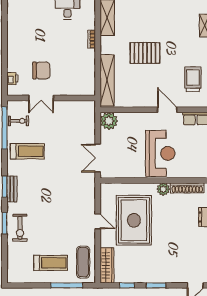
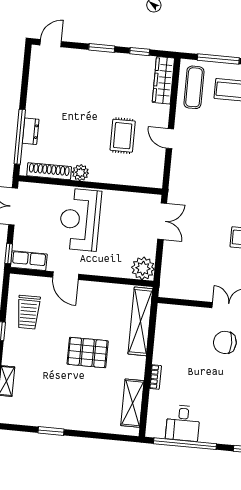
rug: (134, 220) -> (123, 136), width x0.54, depth x0.49

